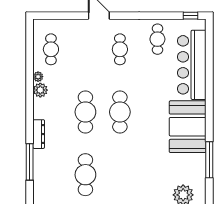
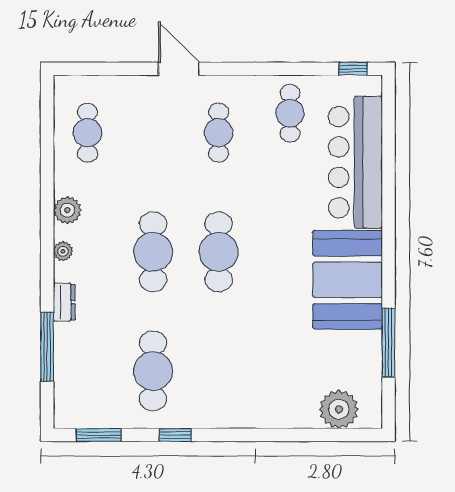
plant: (38, 77) -> (63, 251), moved
dresser: (39, 134) -> (64, 302), width x0.70

